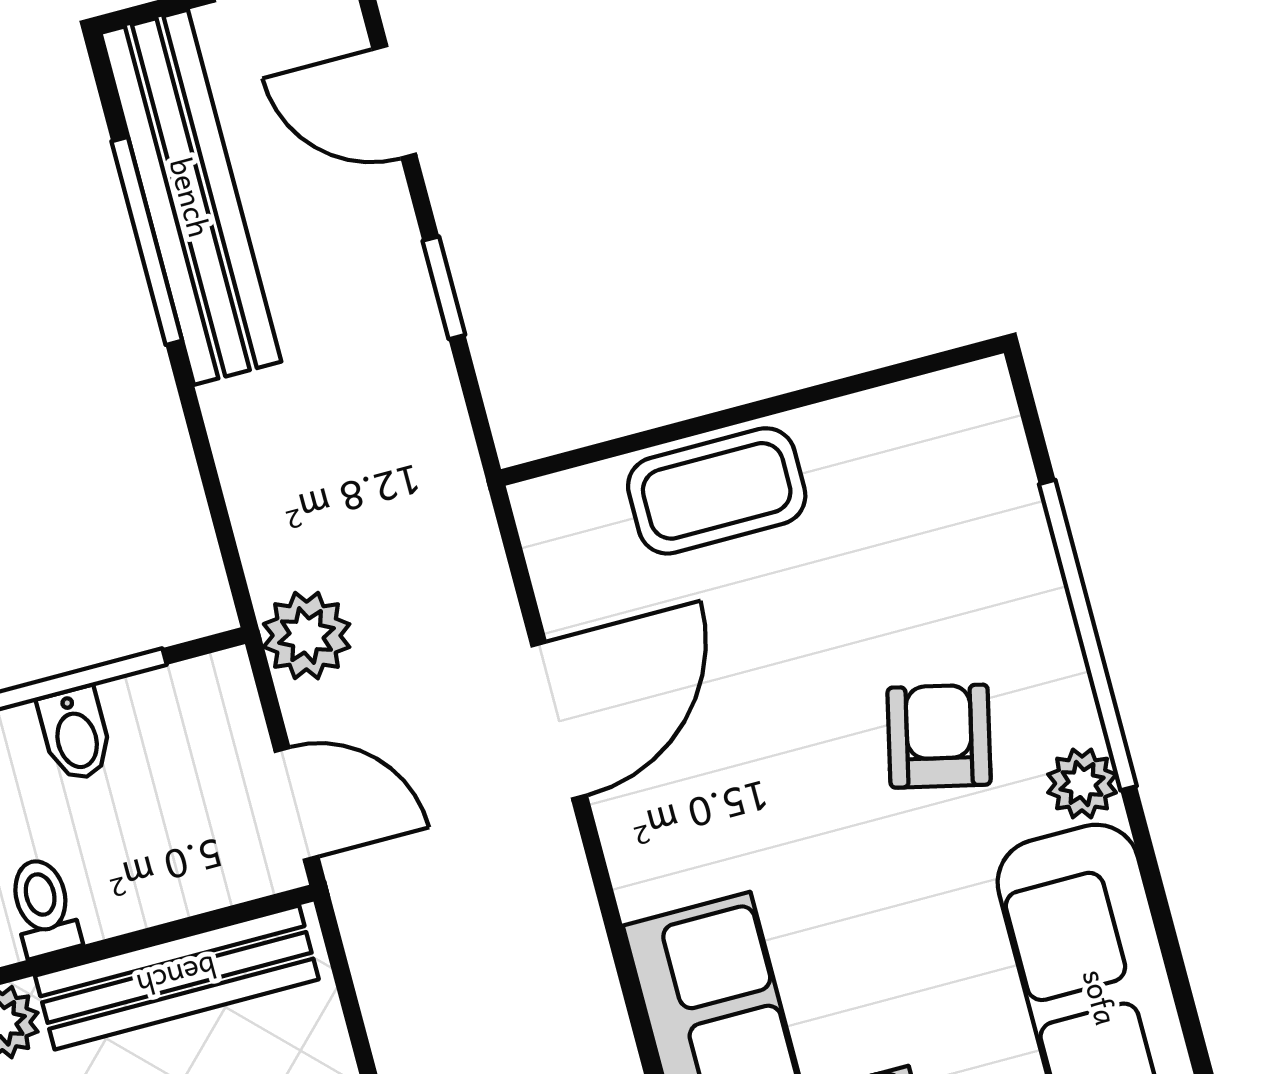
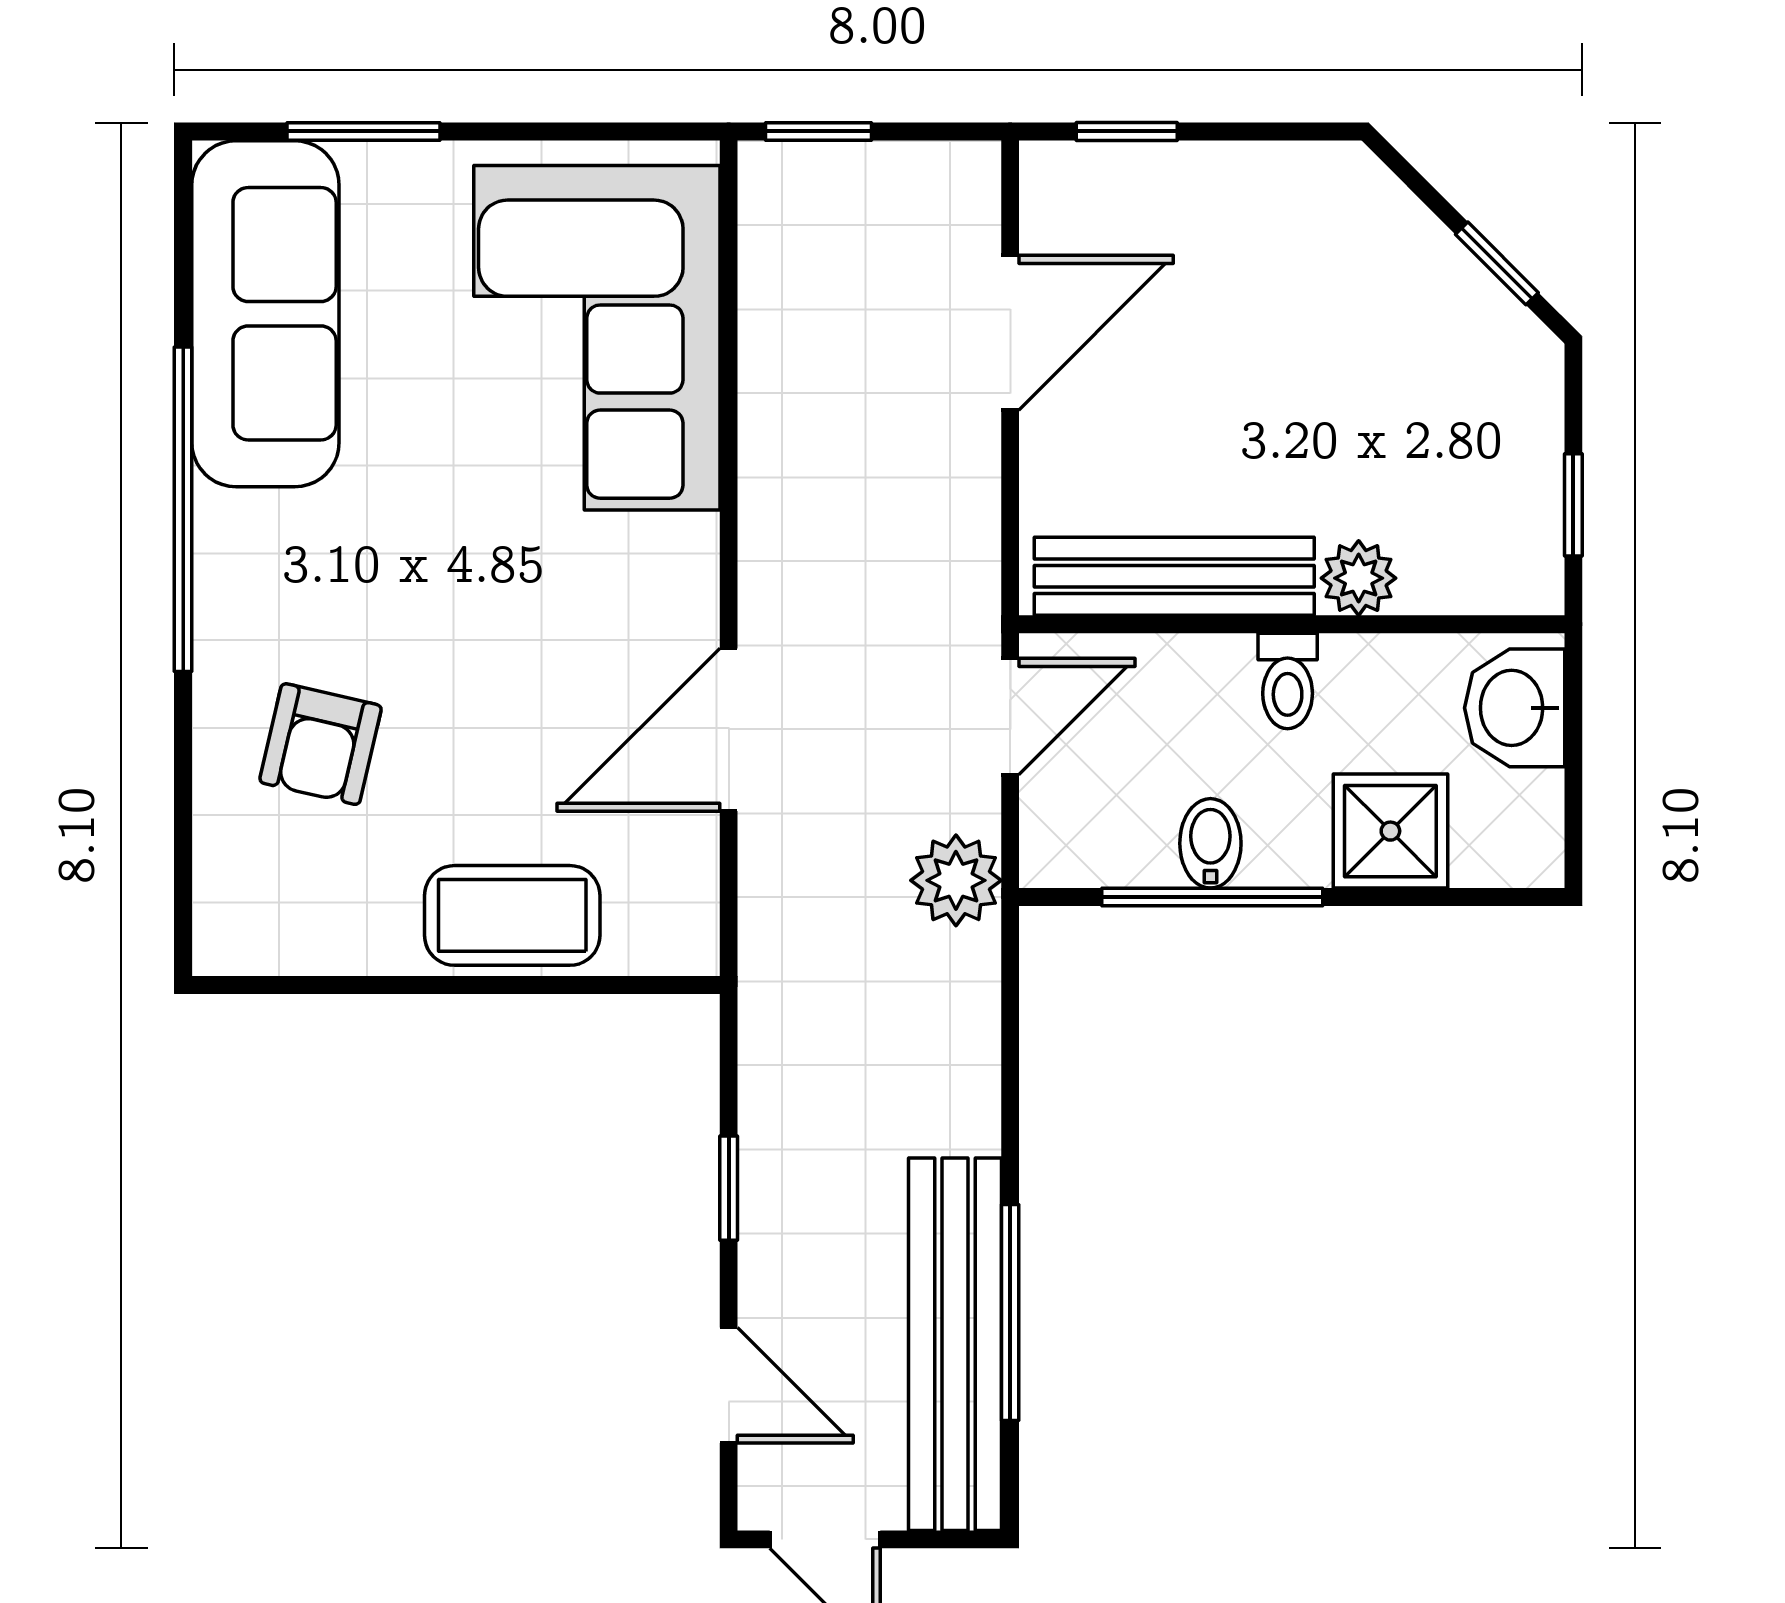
window: (1088, 635) -> (183, 509), moved
armchair: (939, 736) -> (321, 744), moved
plant: (1082, 783) -> (228, 530), removed
door: (297, 804) -> (1010, 716), swing flipped

